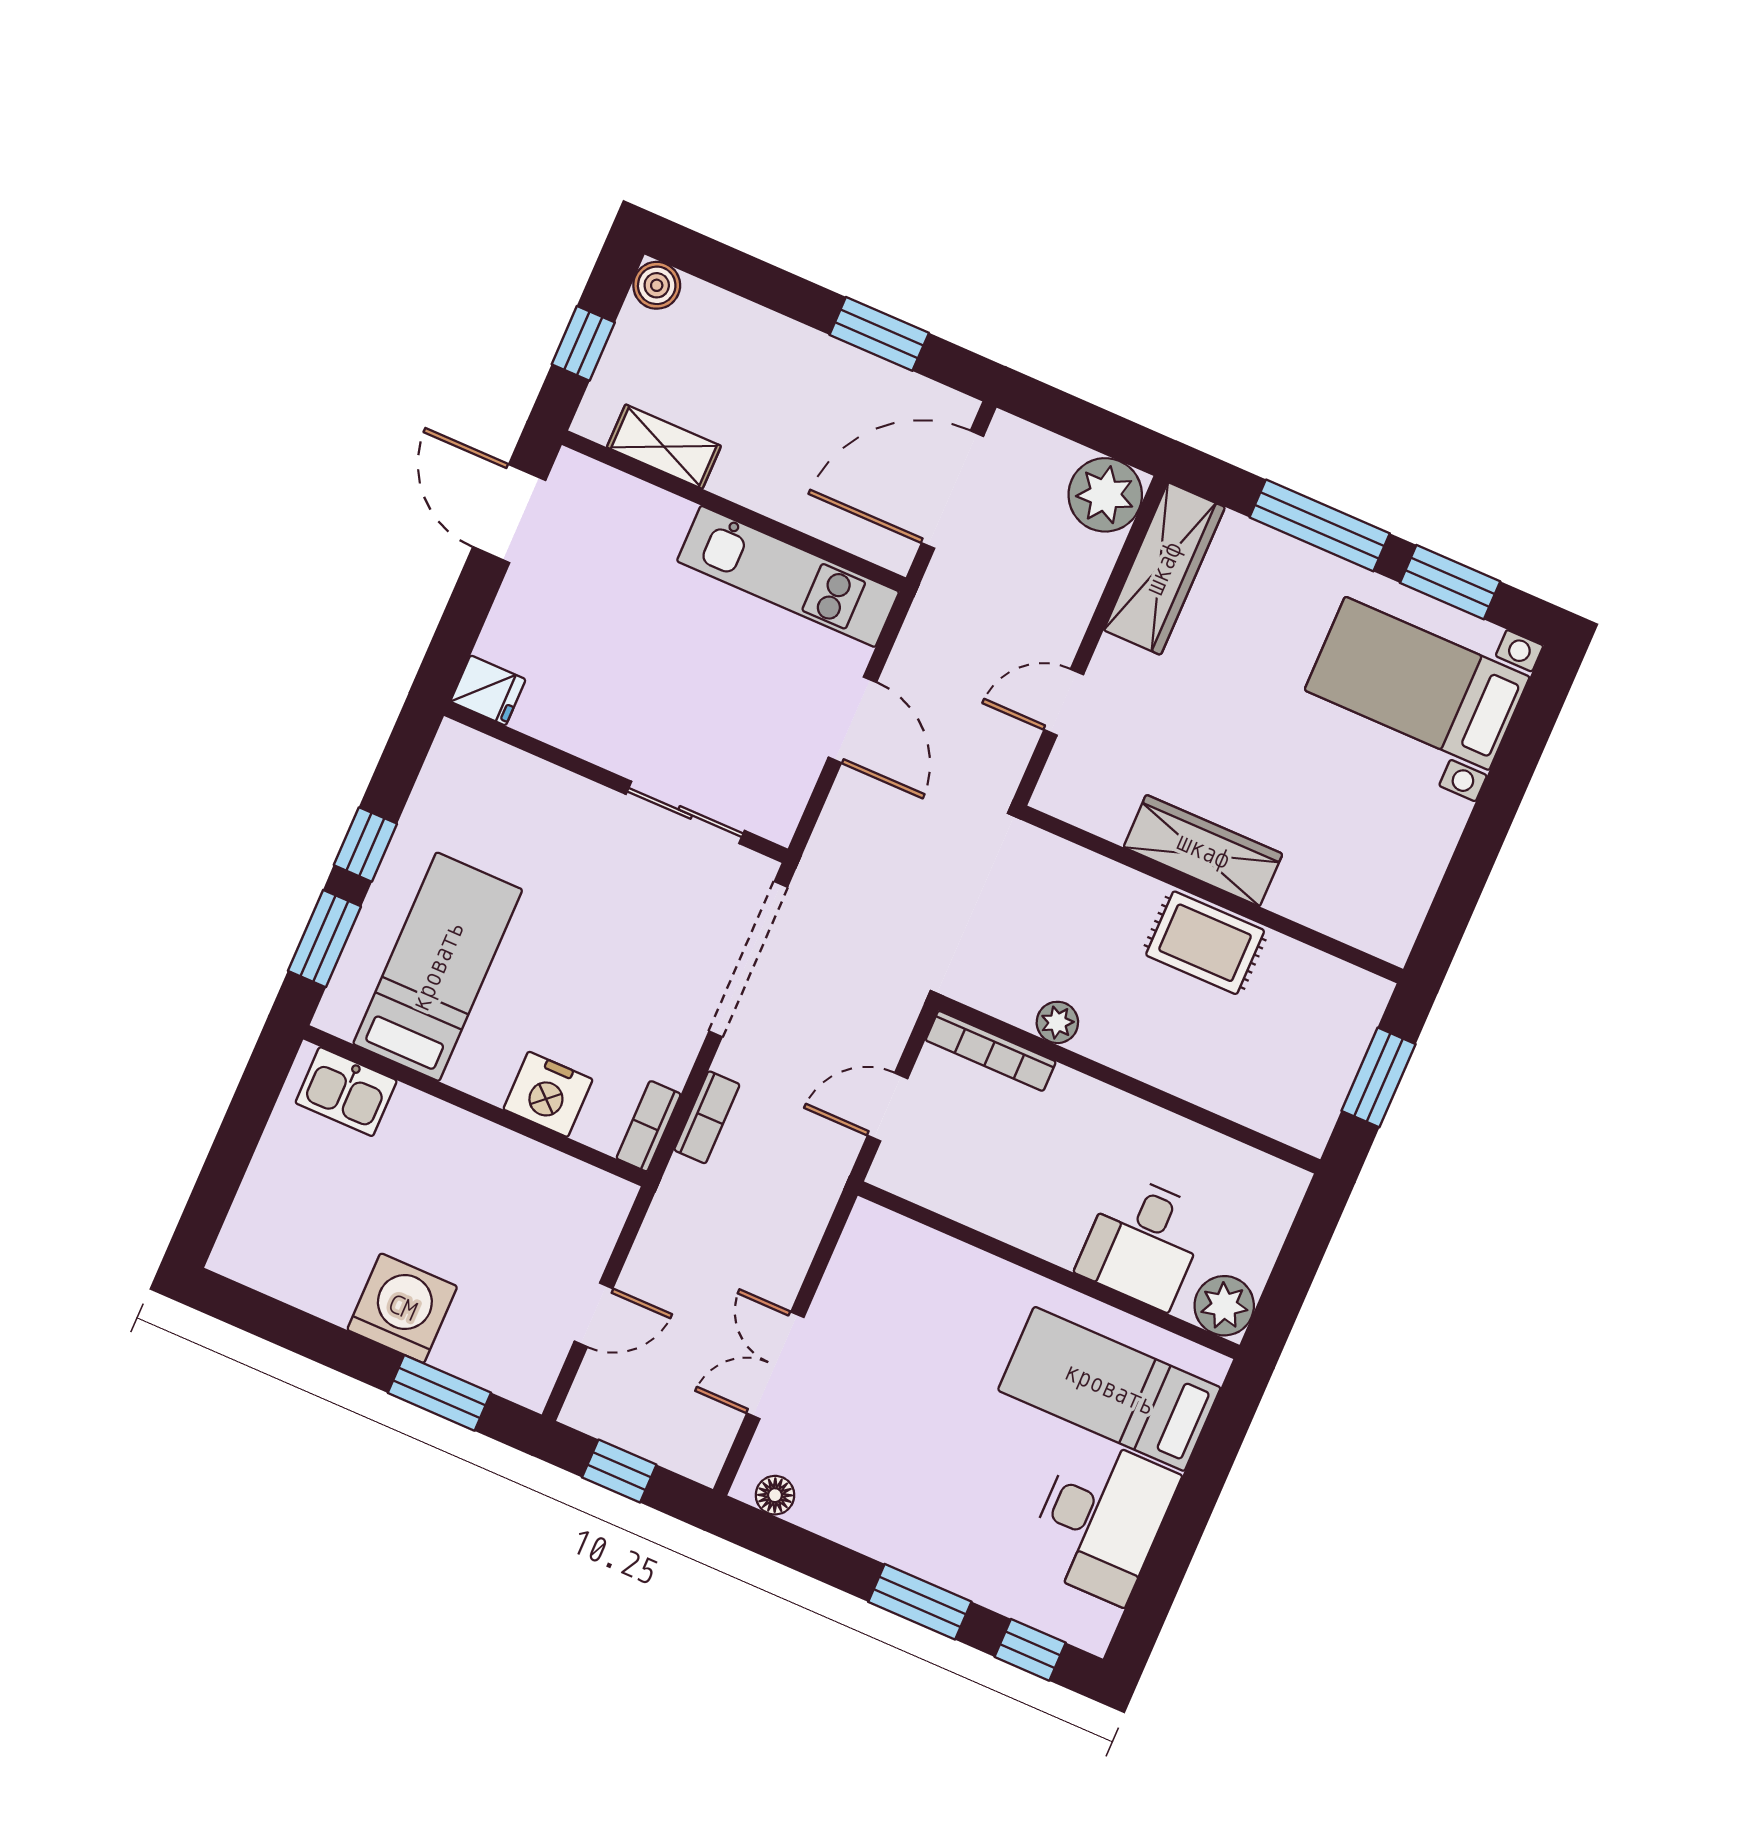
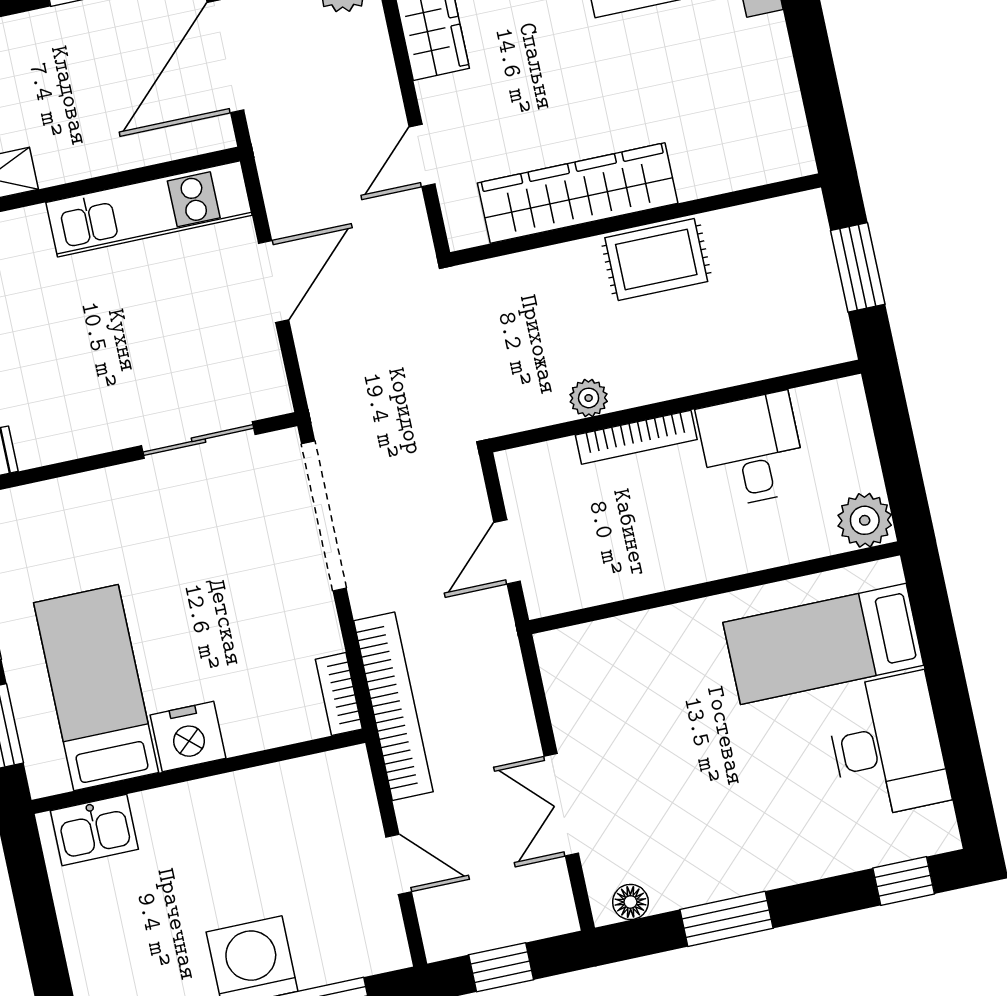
door: (852, 720) -> (274, 282), hinge flipped
wardrobe: (1203, 851) -> (578, 193), width x1.40, depth x1.17
bookcase: (991, 1051) -> (636, 437), moved
nightstand: (548, 1094) -> (188, 737), moved
bookcase: (707, 1117) -> (393, 706), width x2.31, depth x1.31
desk: (1143, 1242) -> (752, 450), moved, turned 180
door: (594, 1315) -> (399, 864), hinge flipped
window: (920, 1602) -> (726, 919), moved

